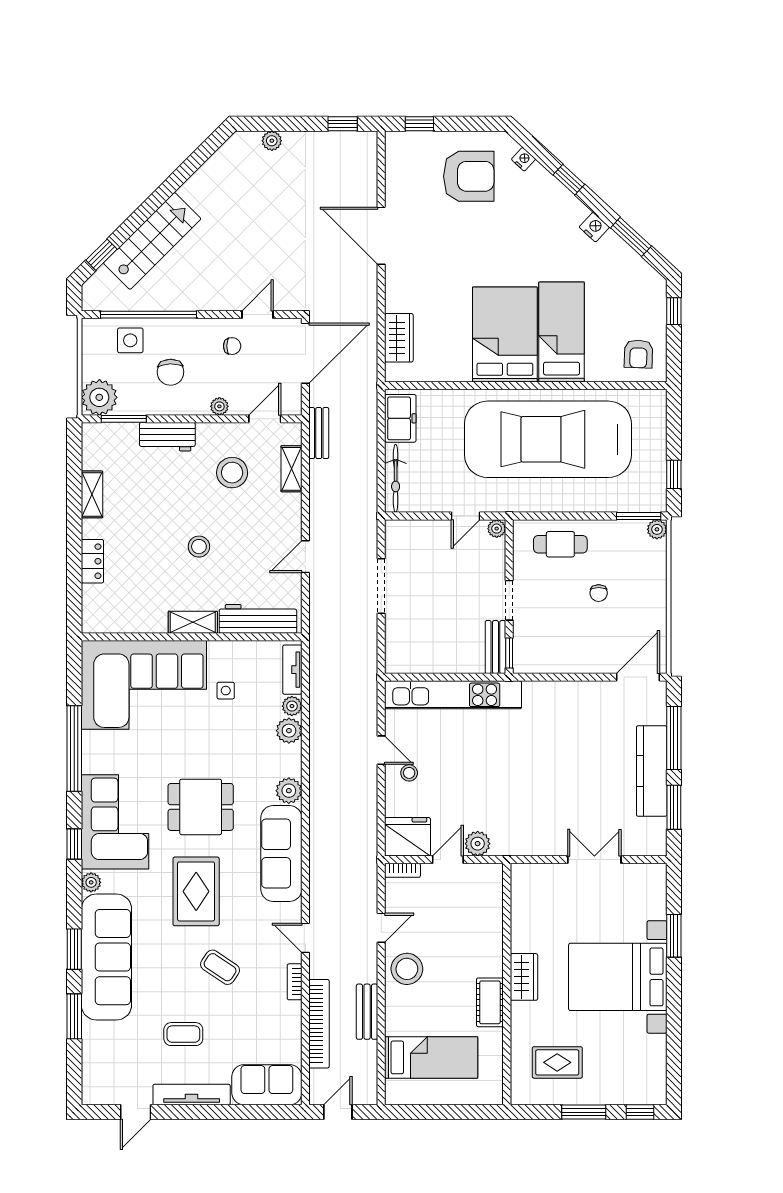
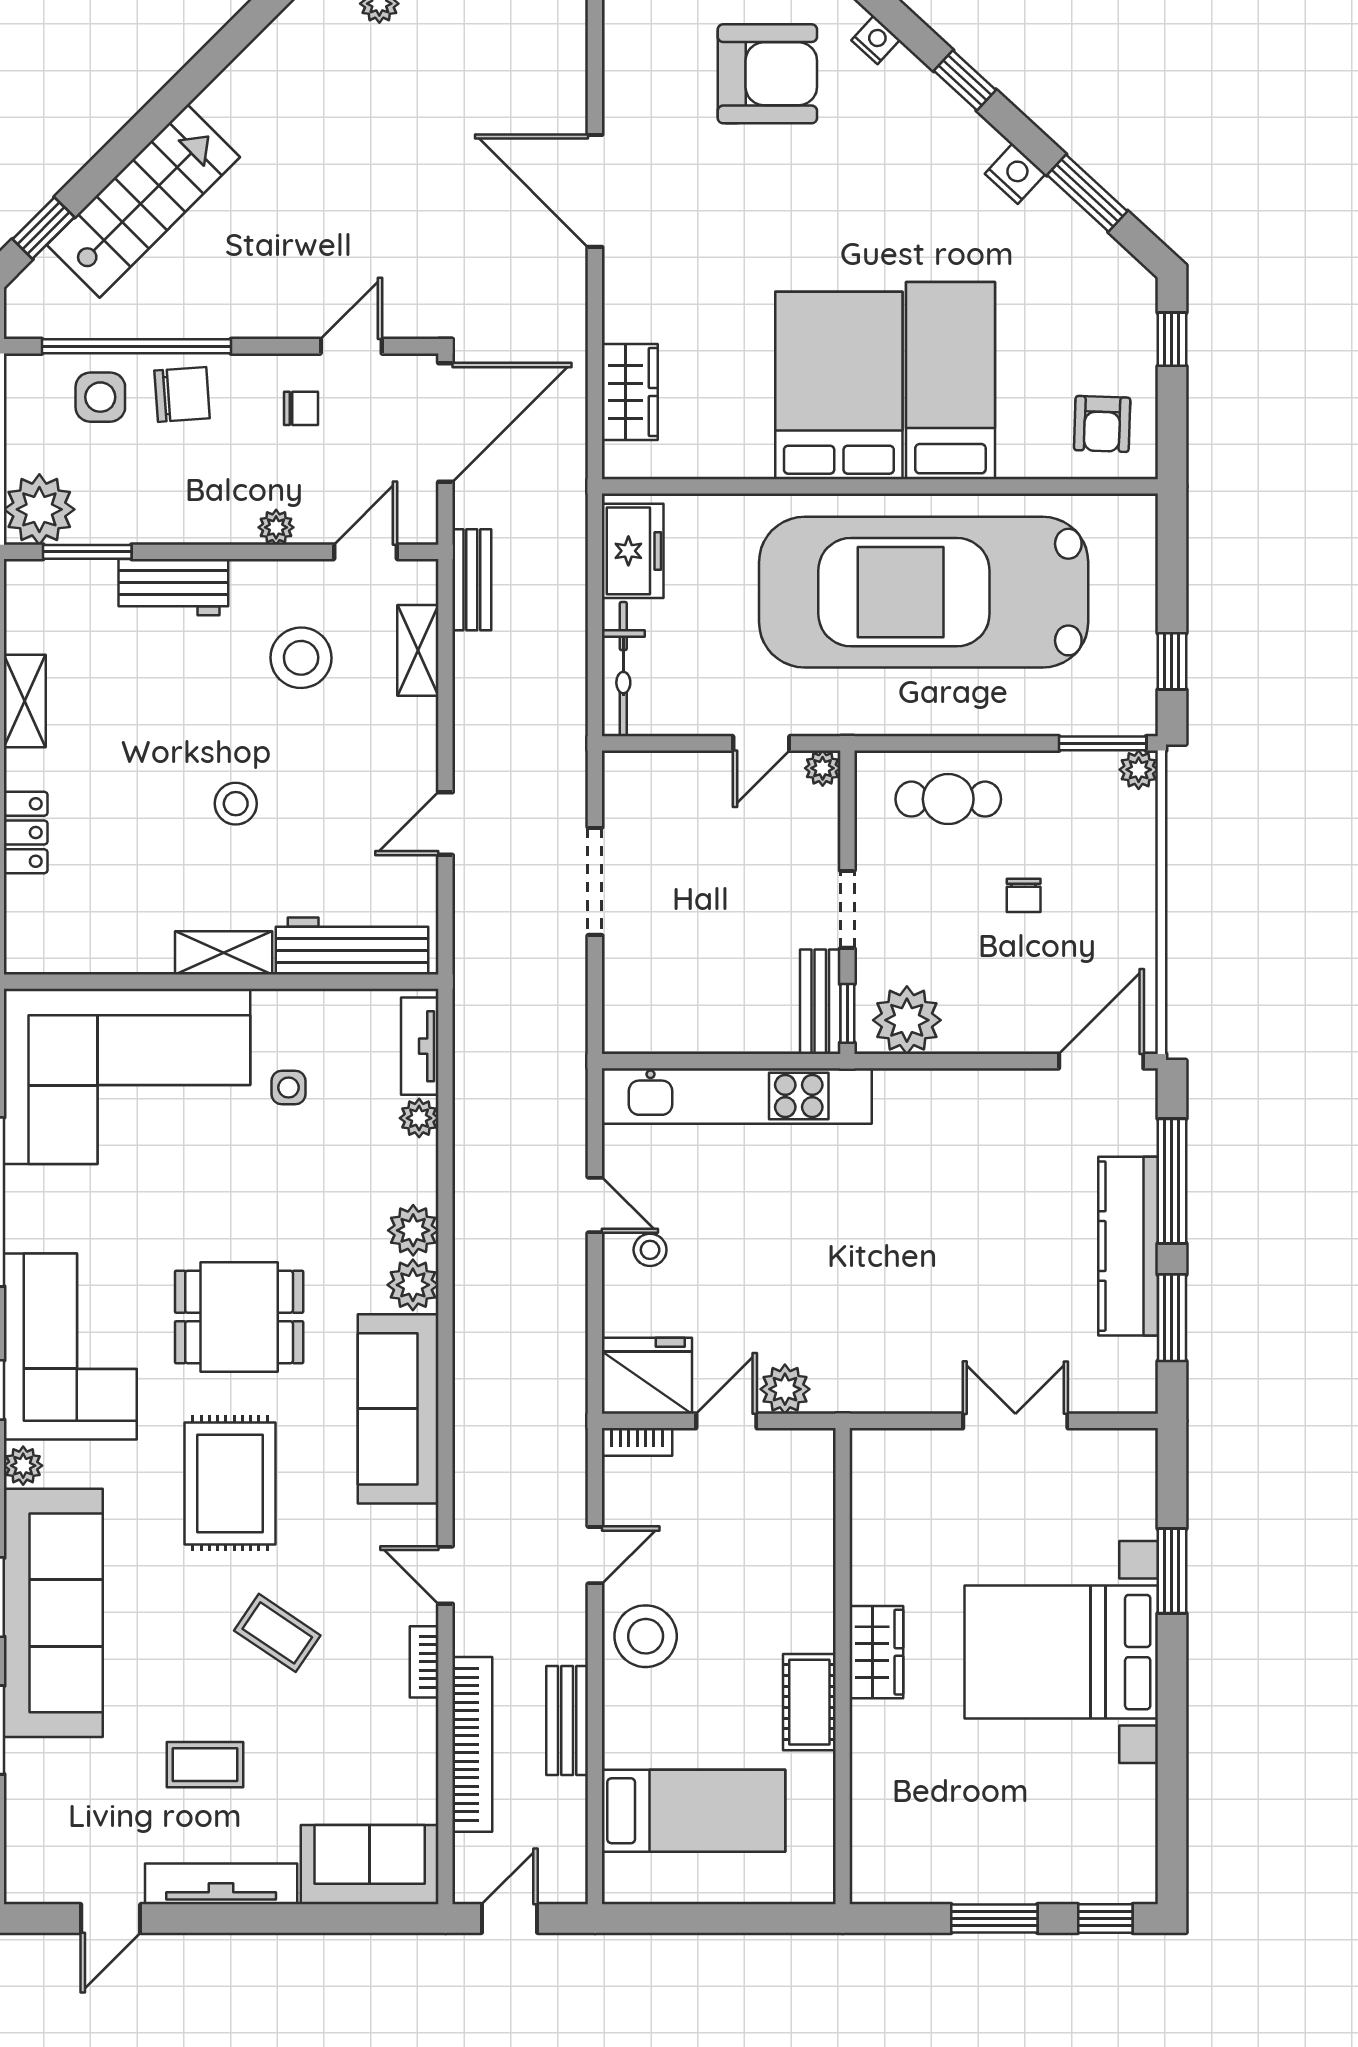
chair: (170, 372) -> (182, 394), moved, turned -92
plant: (539, 656) -> (907, 1020), added
plant: (289, 731) -> (413, 1230), moved
rug: (557, 1062) -> (942, 1821), removed

